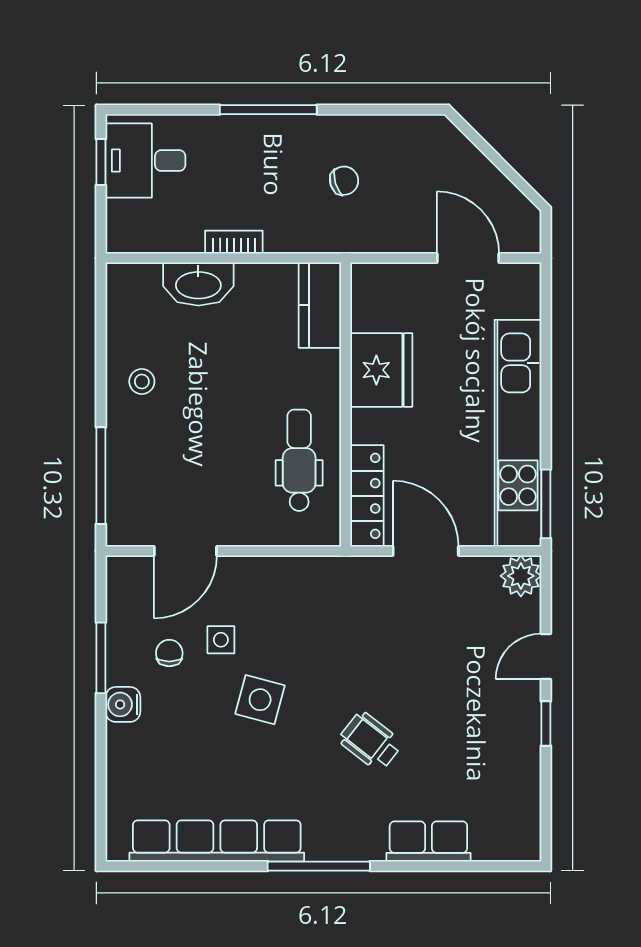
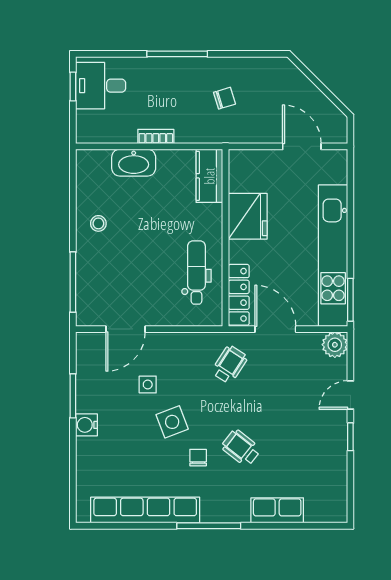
wheelchair: (352, 608) -> (230, 365), added
chair: (169, 653) -> (198, 458), moved
side table: (260, 700) -> (172, 422), turned -36

